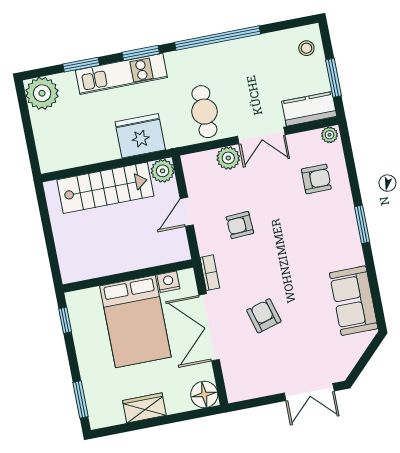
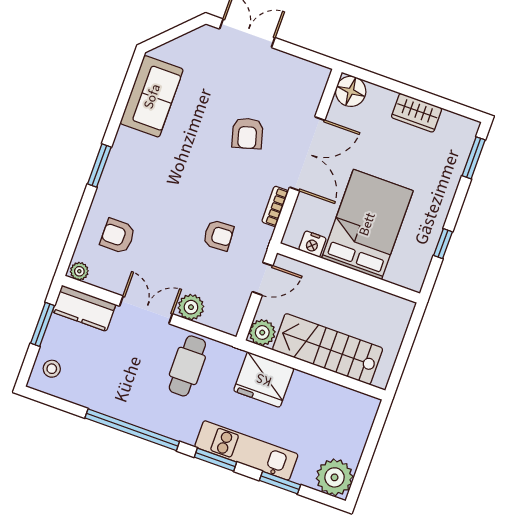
wall: (128, 276) -> (348, 273), moved
nightstand: (168, 282) -> (312, 244), moved
bed: (135, 321) -> (367, 224), moved

